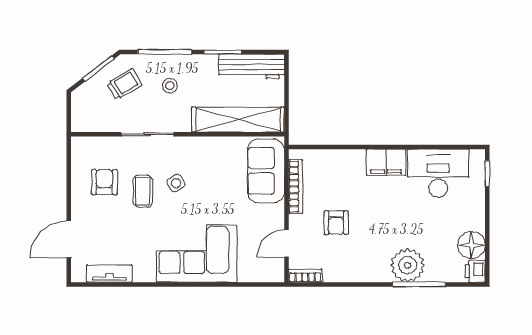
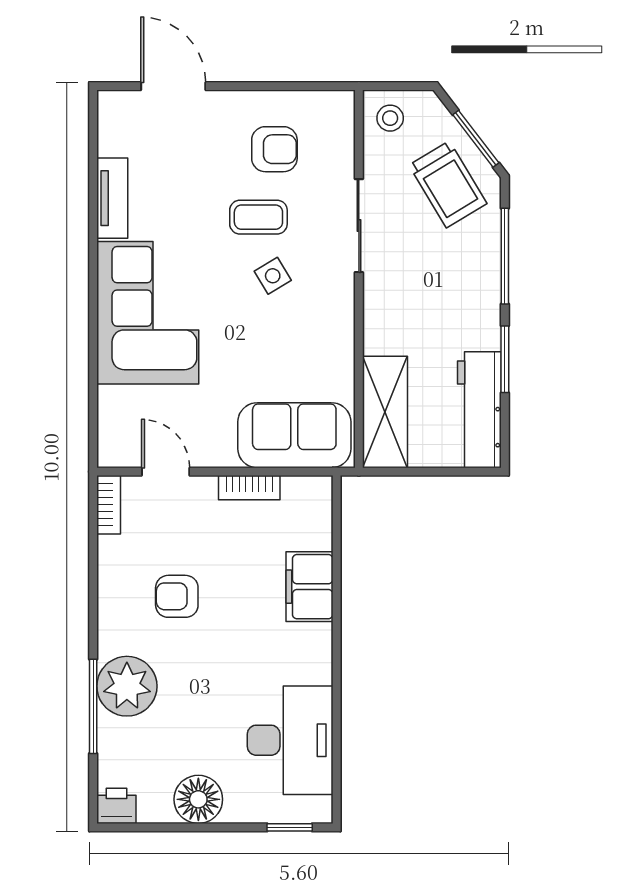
trolley: (124, 84) -> (448, 184), width x1.36, depth x1.39
stool: (170, 86) -> (390, 118), moved
shelving: (238, 120) -> (385, 412), width x0.68
filing cabinet: (386, 162) -> (309, 587), moved
bookcase: (296, 187) -> (249, 488), width x0.64
armchair: (336, 223) -> (177, 596), moved
floor lamp: (471, 245) -> (198, 799), moved
tv unit: (109, 274) -> (112, 198), moved

